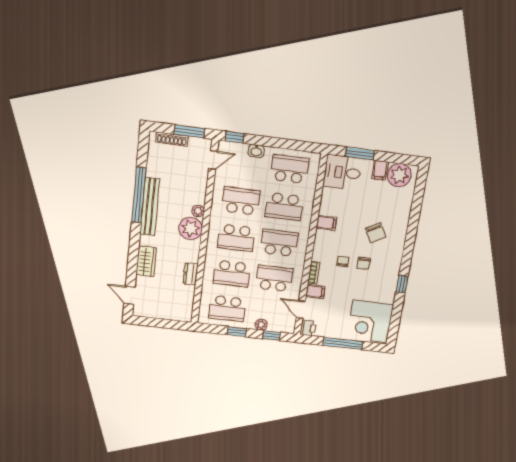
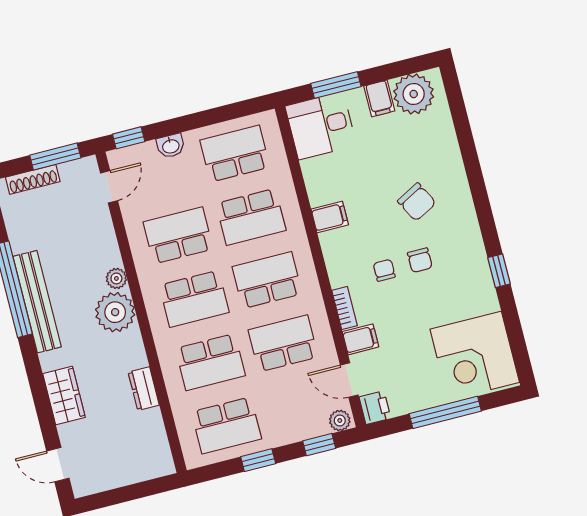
plant: (261, 325) -> (340, 420), moved

